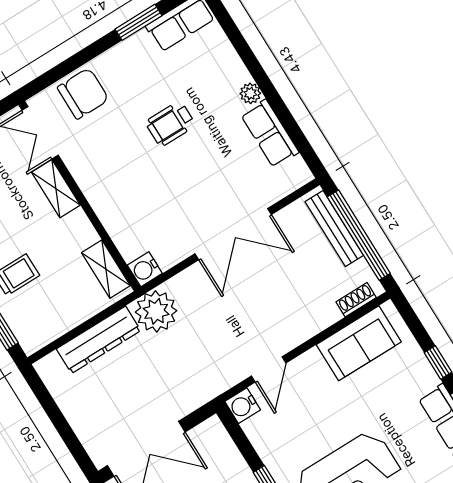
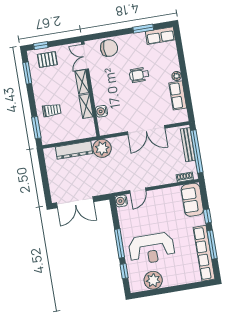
shelving: (106, 269) -> (86, 106), moved
water cooler: (145, 269) -> (102, 111), moved
sofa: (359, 343) -> (192, 200), moved, turned 90

